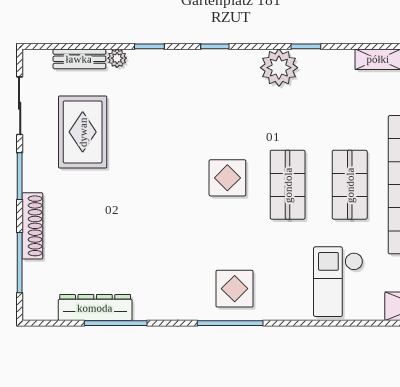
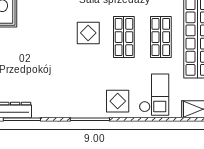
checkout: (338, 282) -> (154, 95), turned 180
display table: (235, 289) -> (118, 101), moved

